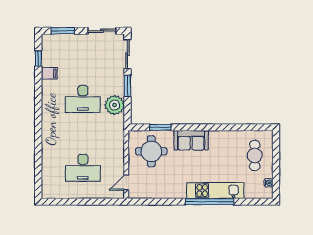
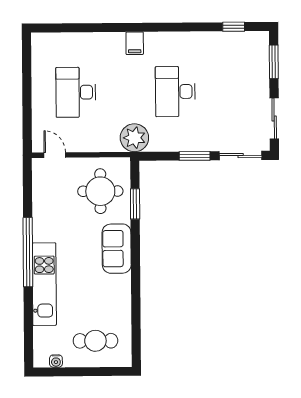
filing cabinet: (49, 73) -> (135, 43), moved
plant: (115, 105) -> (134, 138), moved
window: (210, 202) -> (28, 252), moved

